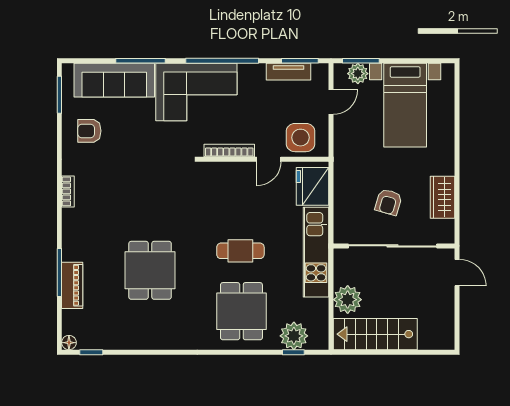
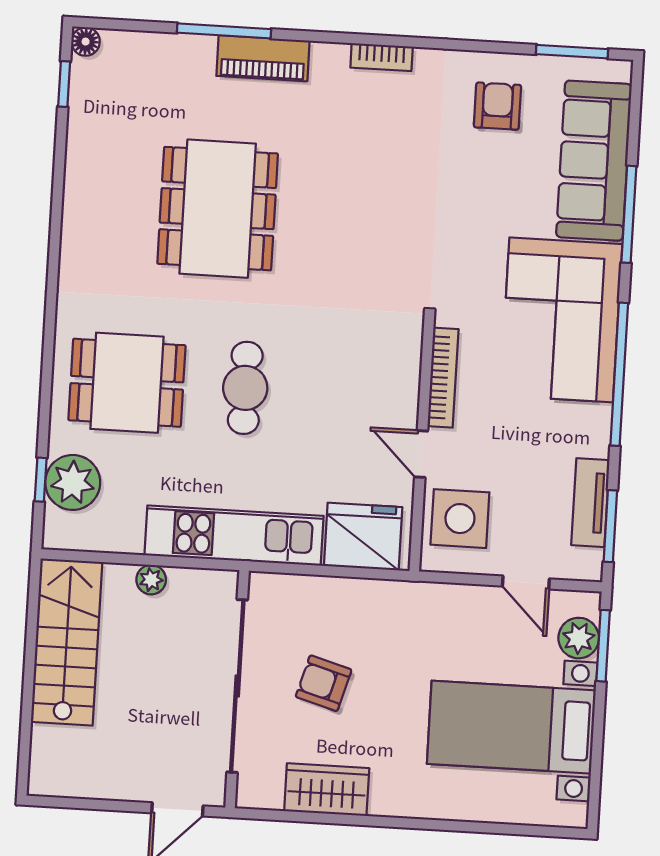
dining table: (150, 270) -> (218, 209), width x1.38
piano: (72, 285) -> (263, 58), moved
plant: (348, 300) -> (151, 580), width x0.53, depth x0.53

